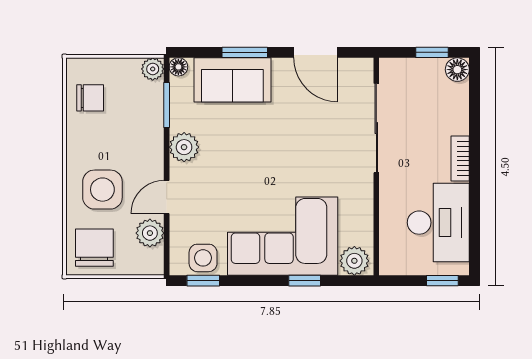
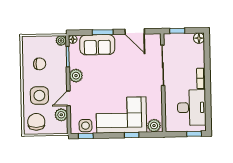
window: (432, 52) -> (177, 31), moved
chair: (90, 98) -> (40, 64), moved

